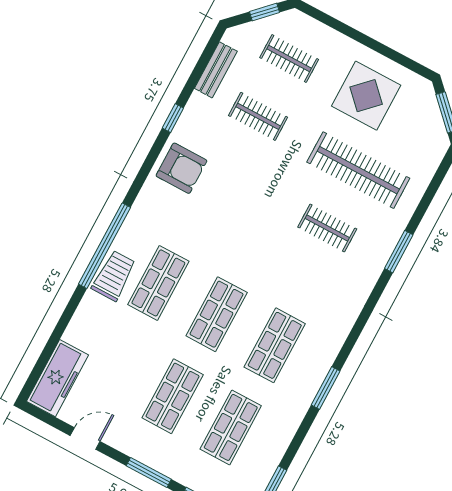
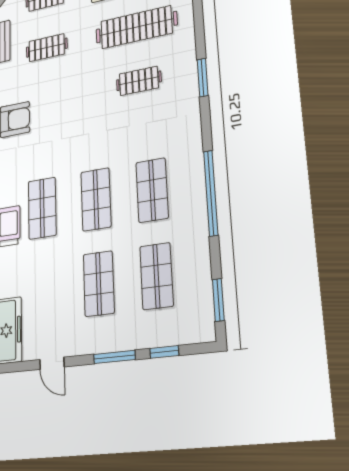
window: (399, 252) -> (203, 78), moved
window: (326, 388) -> (211, 193), width x2.11
door: (85, 438) -> (52, 363), swing flipped

